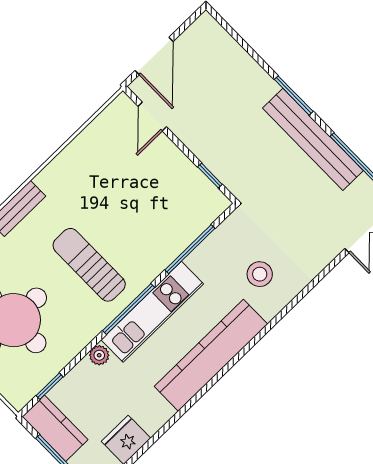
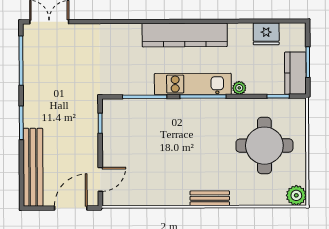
bench: (313, 139) -> (33, 167), moved
sun lounger: (89, 265) -> (201, 137), removed
stool: (260, 274) -> (122, 52), removed

